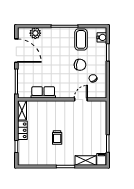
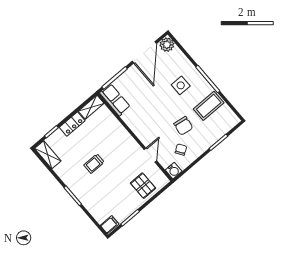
plant: (35, 33) -> (167, 45), moved
water cooler: (102, 37) -> (174, 171), moved
side table: (55, 46) -> (181, 85), added
row of seats: (43, 92) -> (115, 100), moved
door: (81, 99) -> (150, 155), hinge flipped
pallet: (95, 119) -> (143, 186), added
shelving: (86, 161) -> (48, 155), moved

